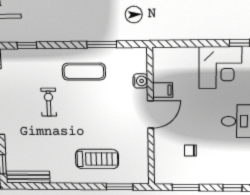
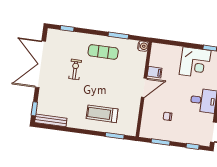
water cooler: (140, 81) -> (143, 46), moved
treadmill: (97, 159) -> (102, 114), turned 180

